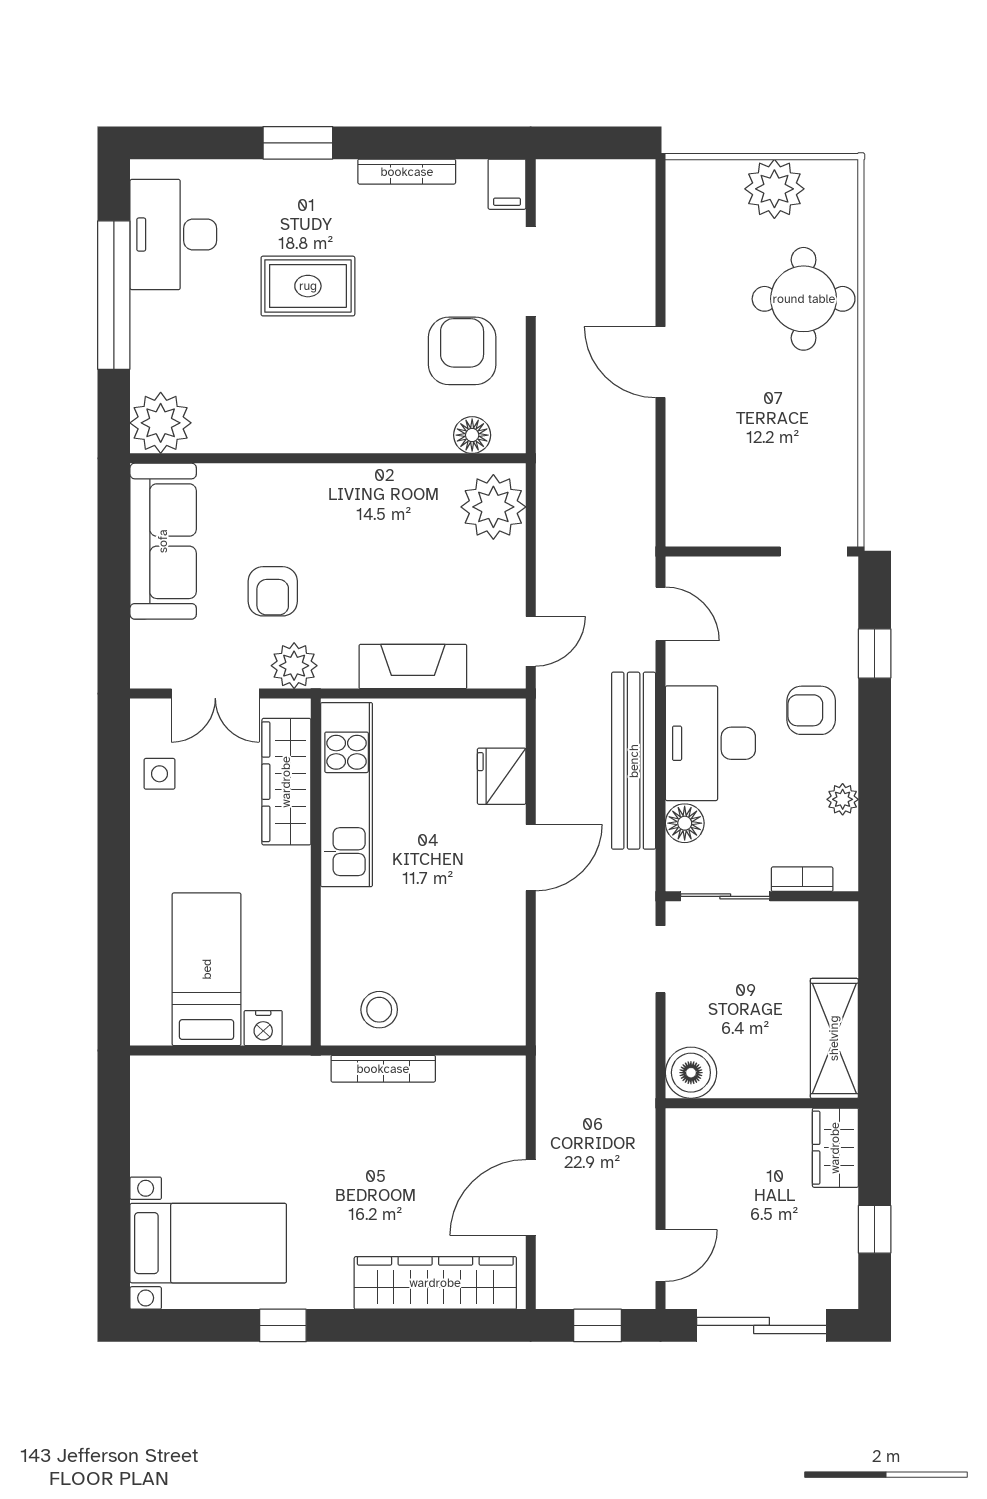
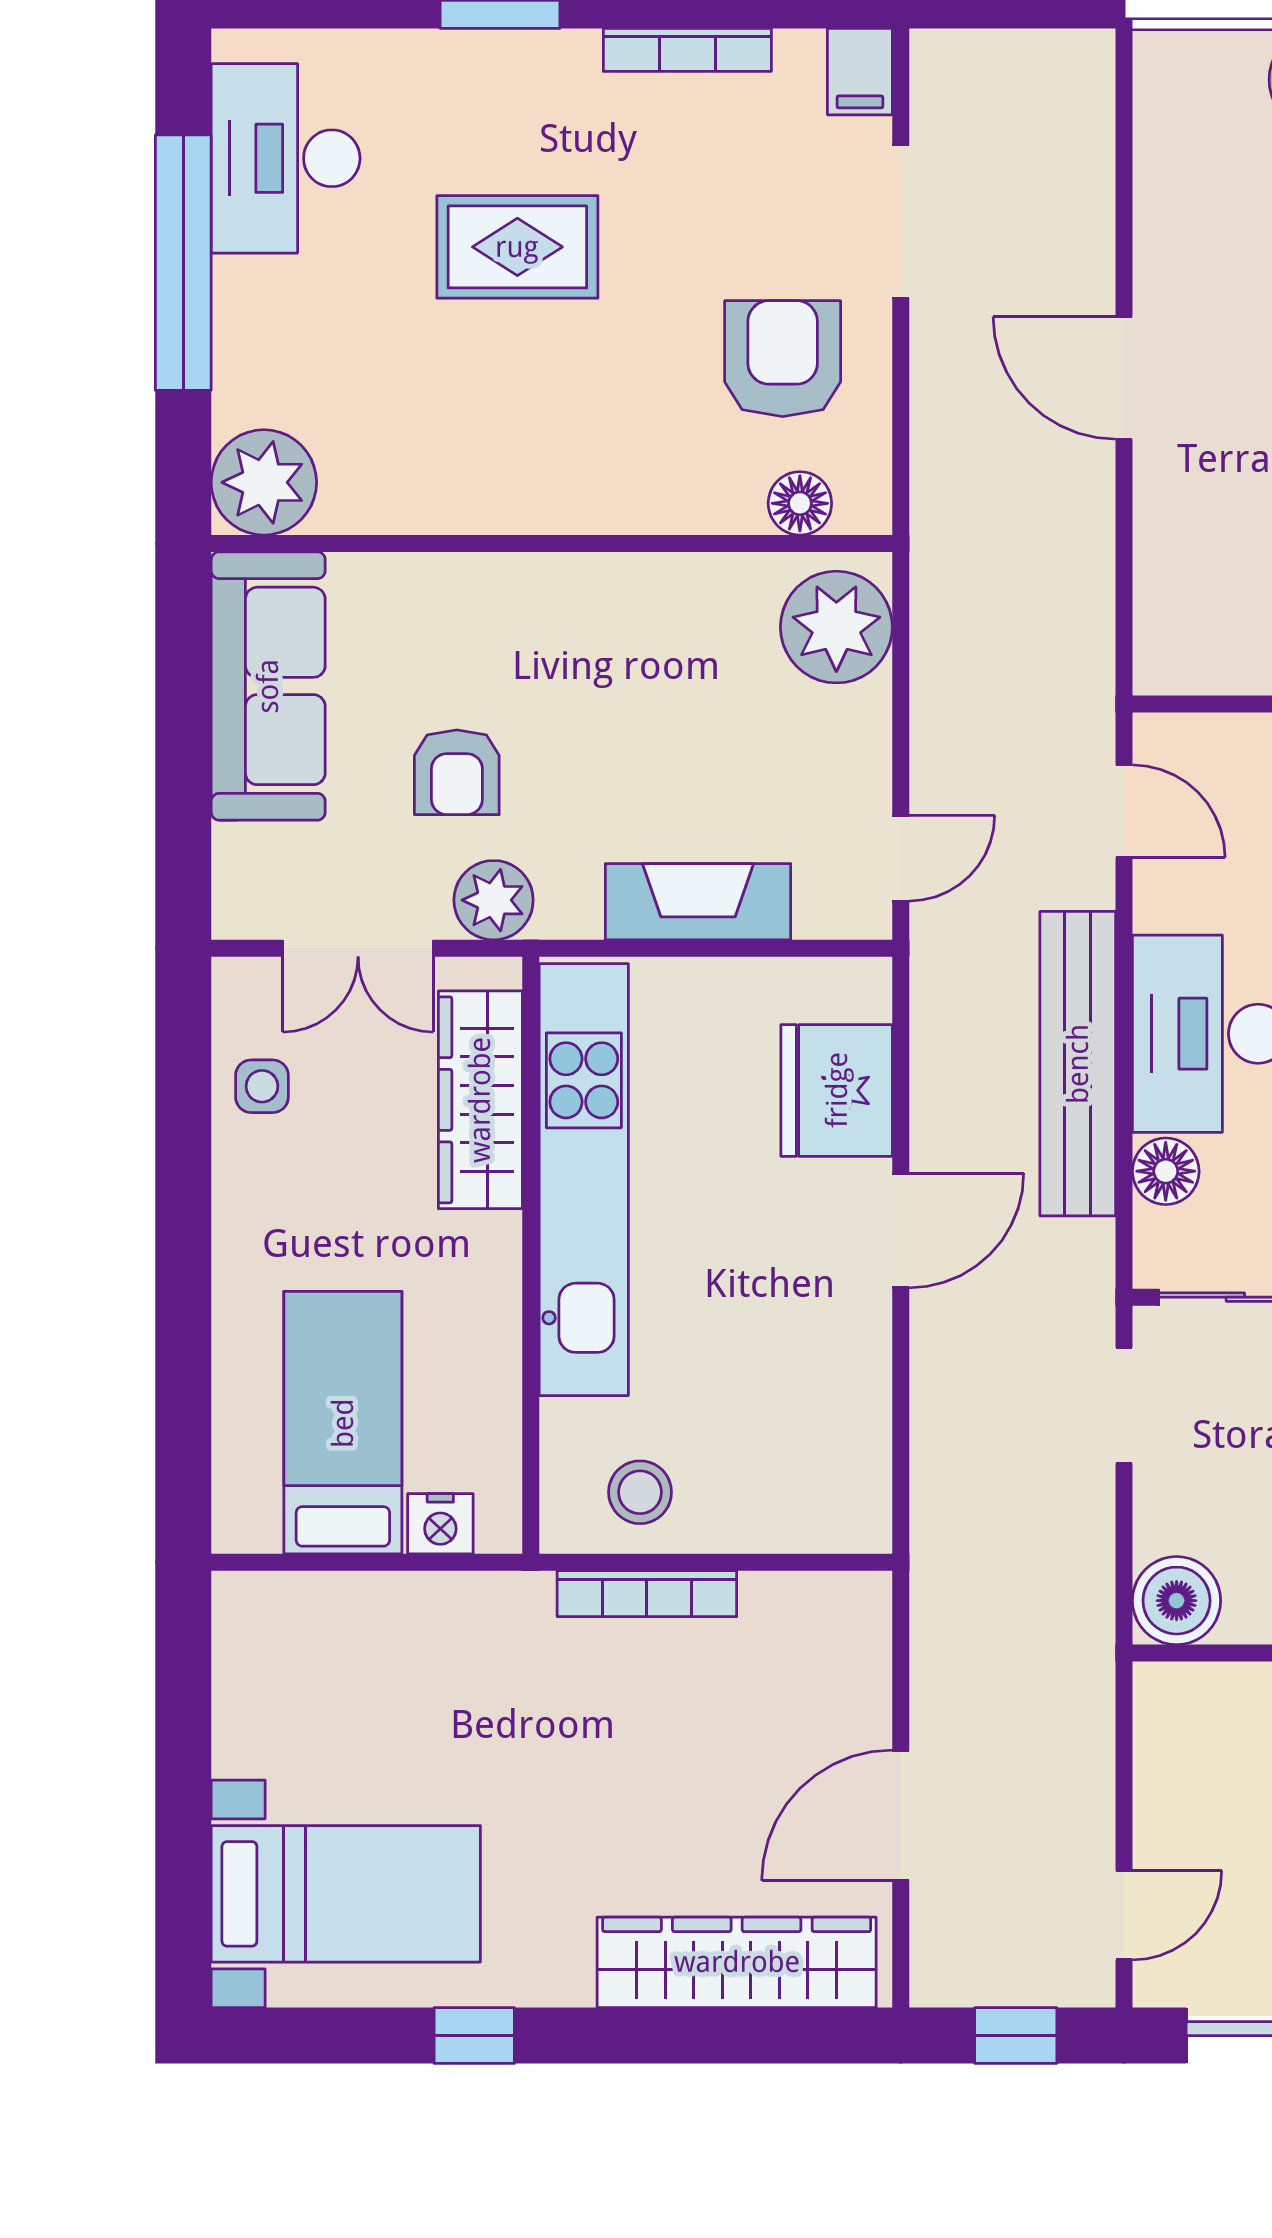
fridge: (502, 776) -> (837, 1090), width x1.36, depth x1.34
kitchen unit: (347, 795) -> (584, 1180), width x1.36

